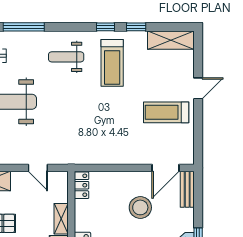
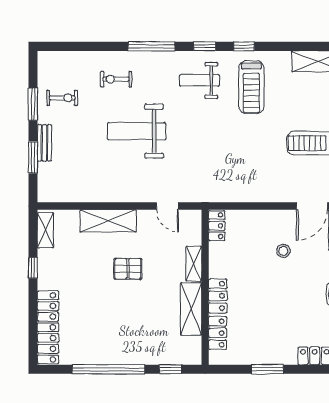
window: (136, 27) -> (205, 46), moved
stool: (140, 207) -> (283, 251), width x0.53, depth x0.53

